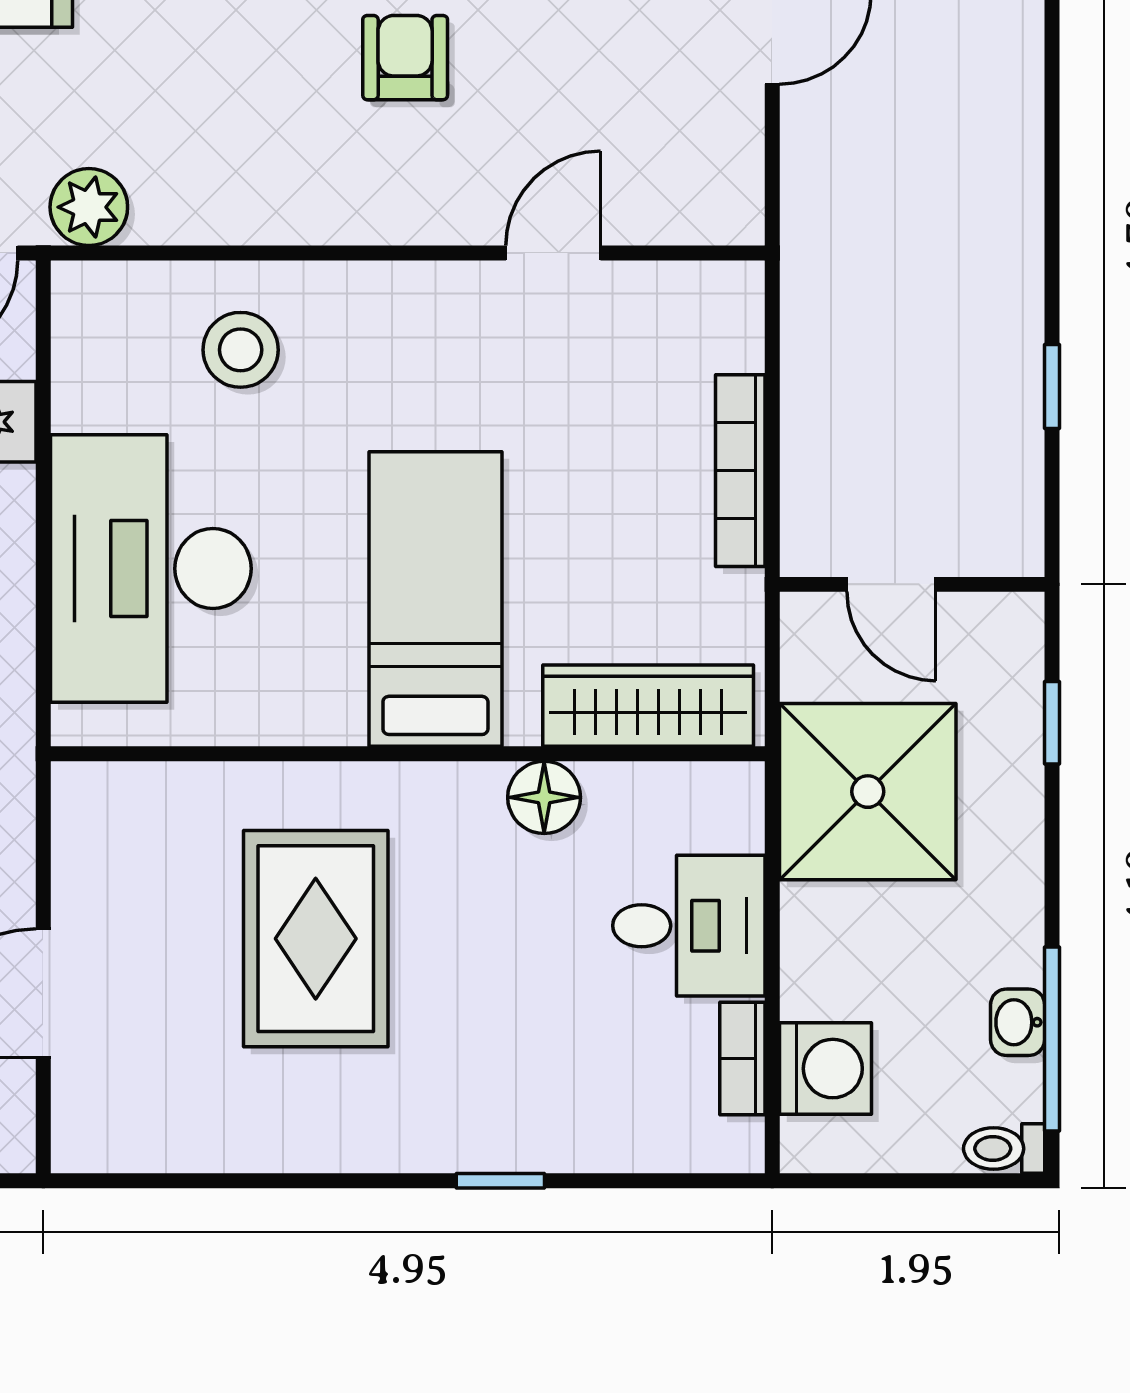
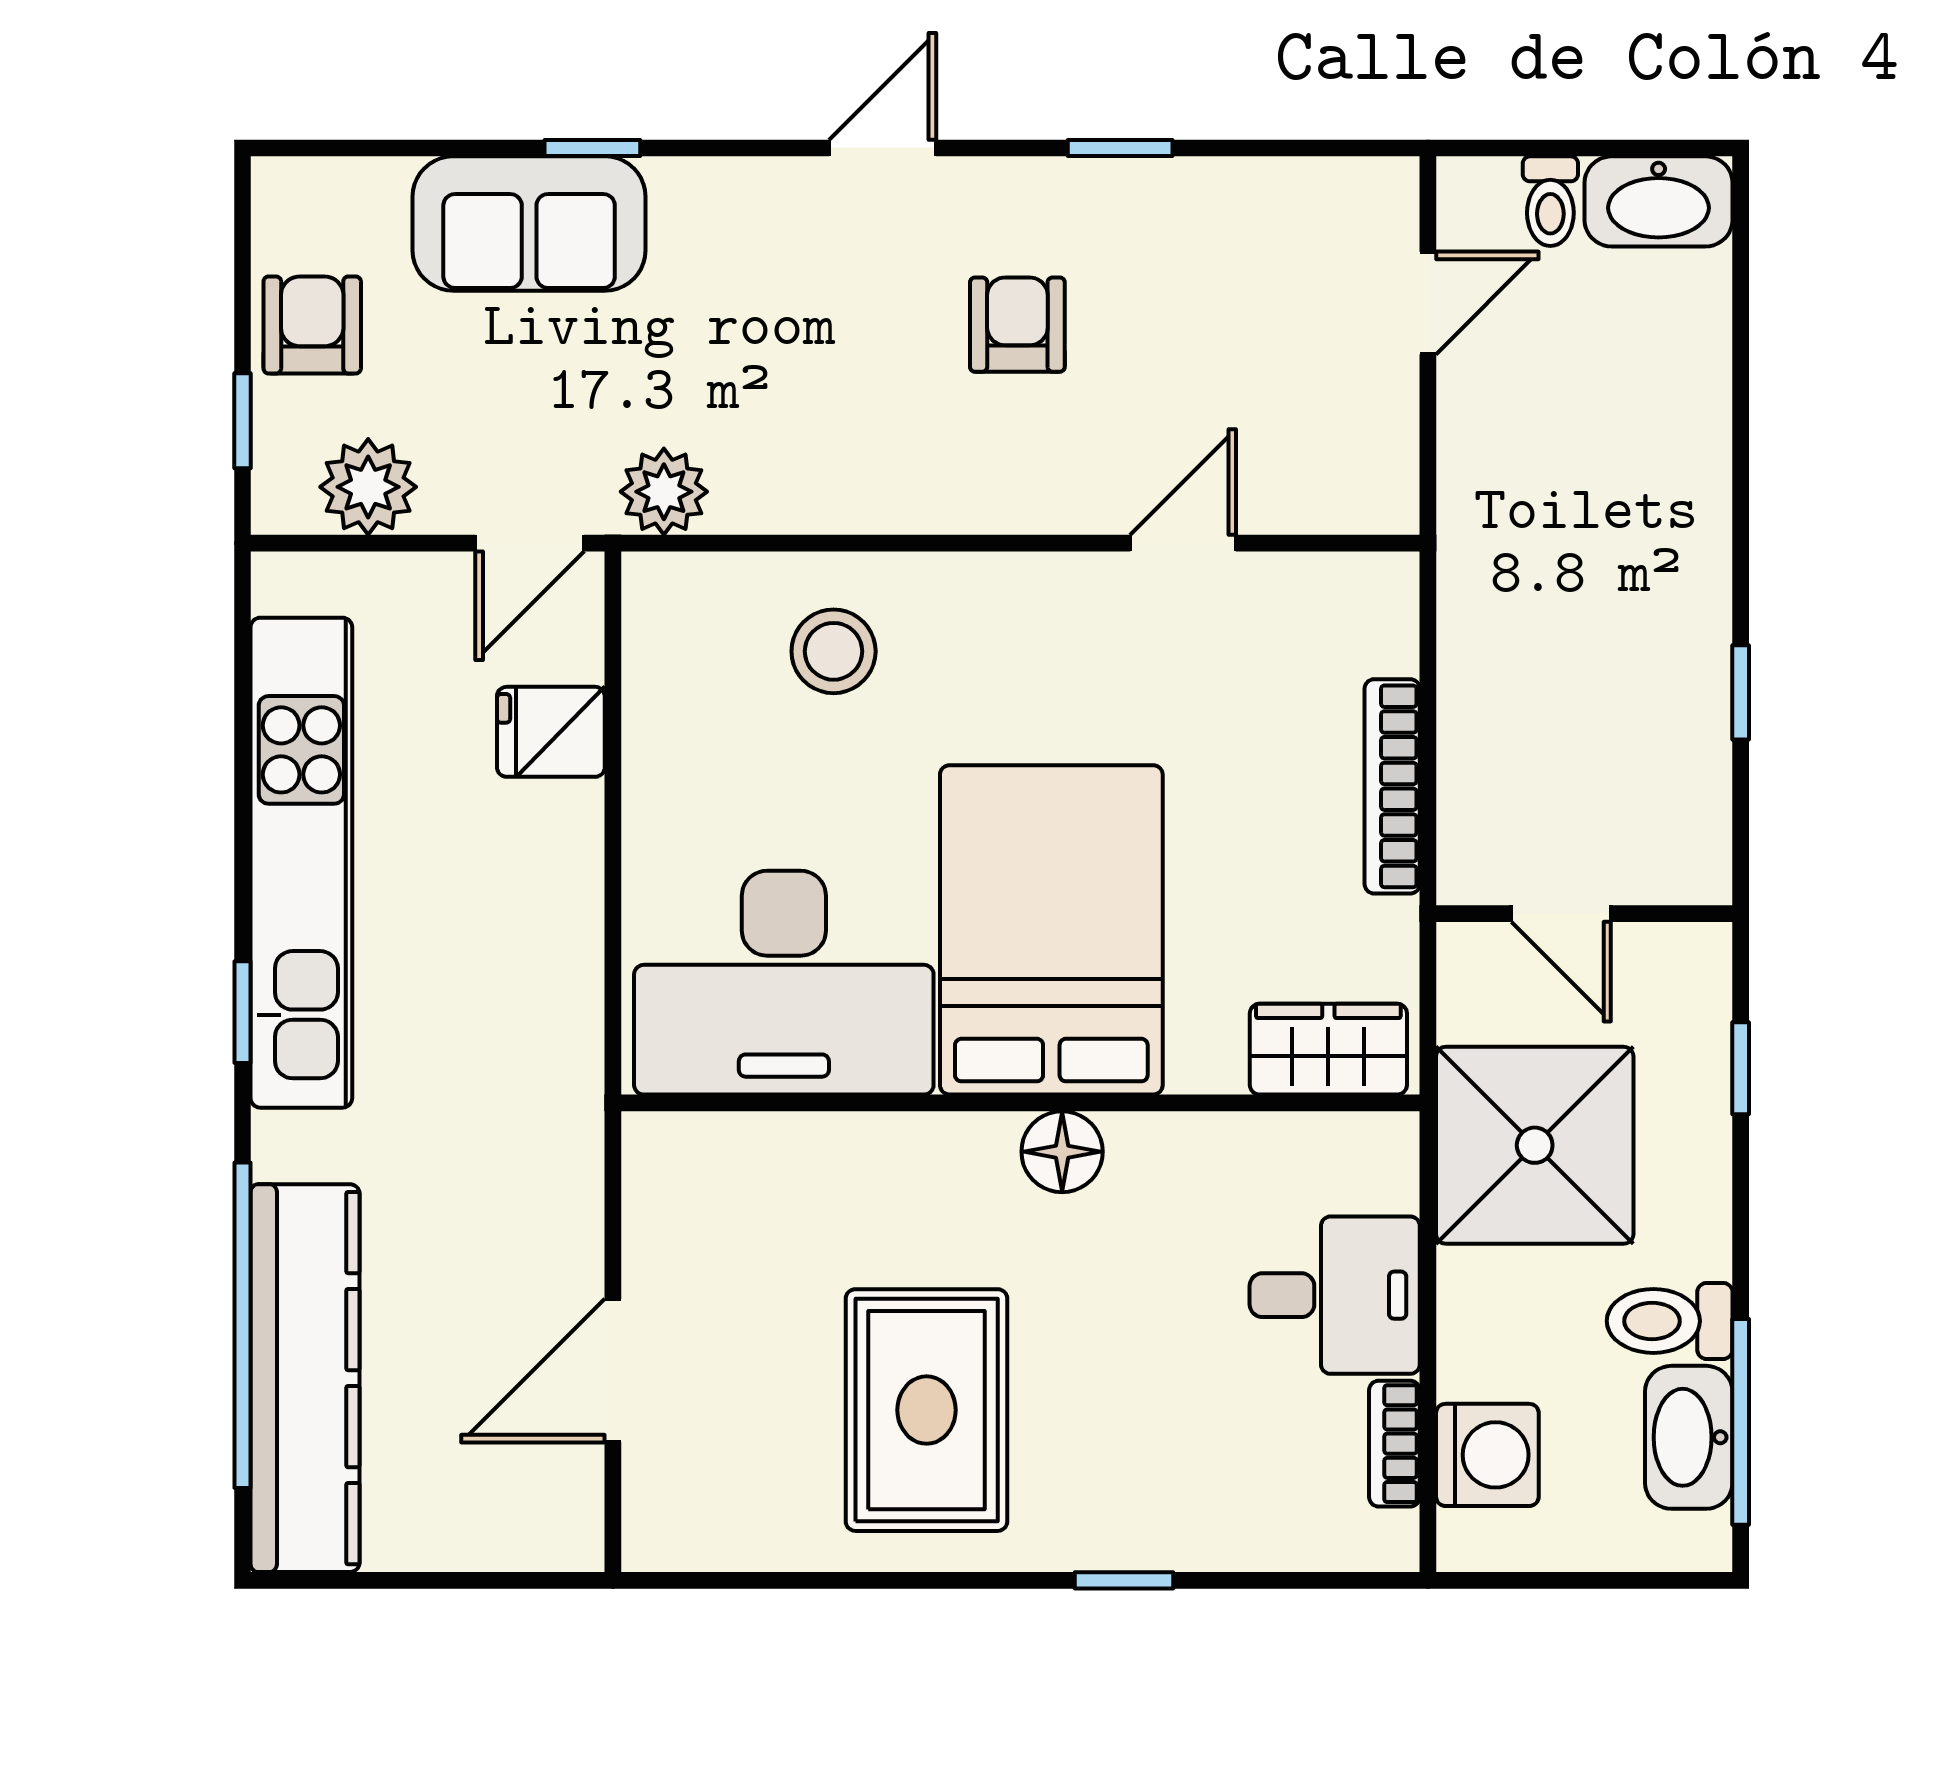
desk: (151, 569) -> (784, 983), moved, turned -90
bed: (435, 599) -> (1051, 930), width x1.50
wardrobe: (648, 706) -> (1328, 1049), width x0.67
floor lamp: (544, 797) -> (1062, 1152), moved
rug: (316, 939) -> (927, 1410), moved
washbasin: (1018, 1022) -> (1689, 1437), width x1.91, depth x1.45
toilet: (1004, 1149) -> (1670, 1321), moved, width x1.37, depth x1.39

